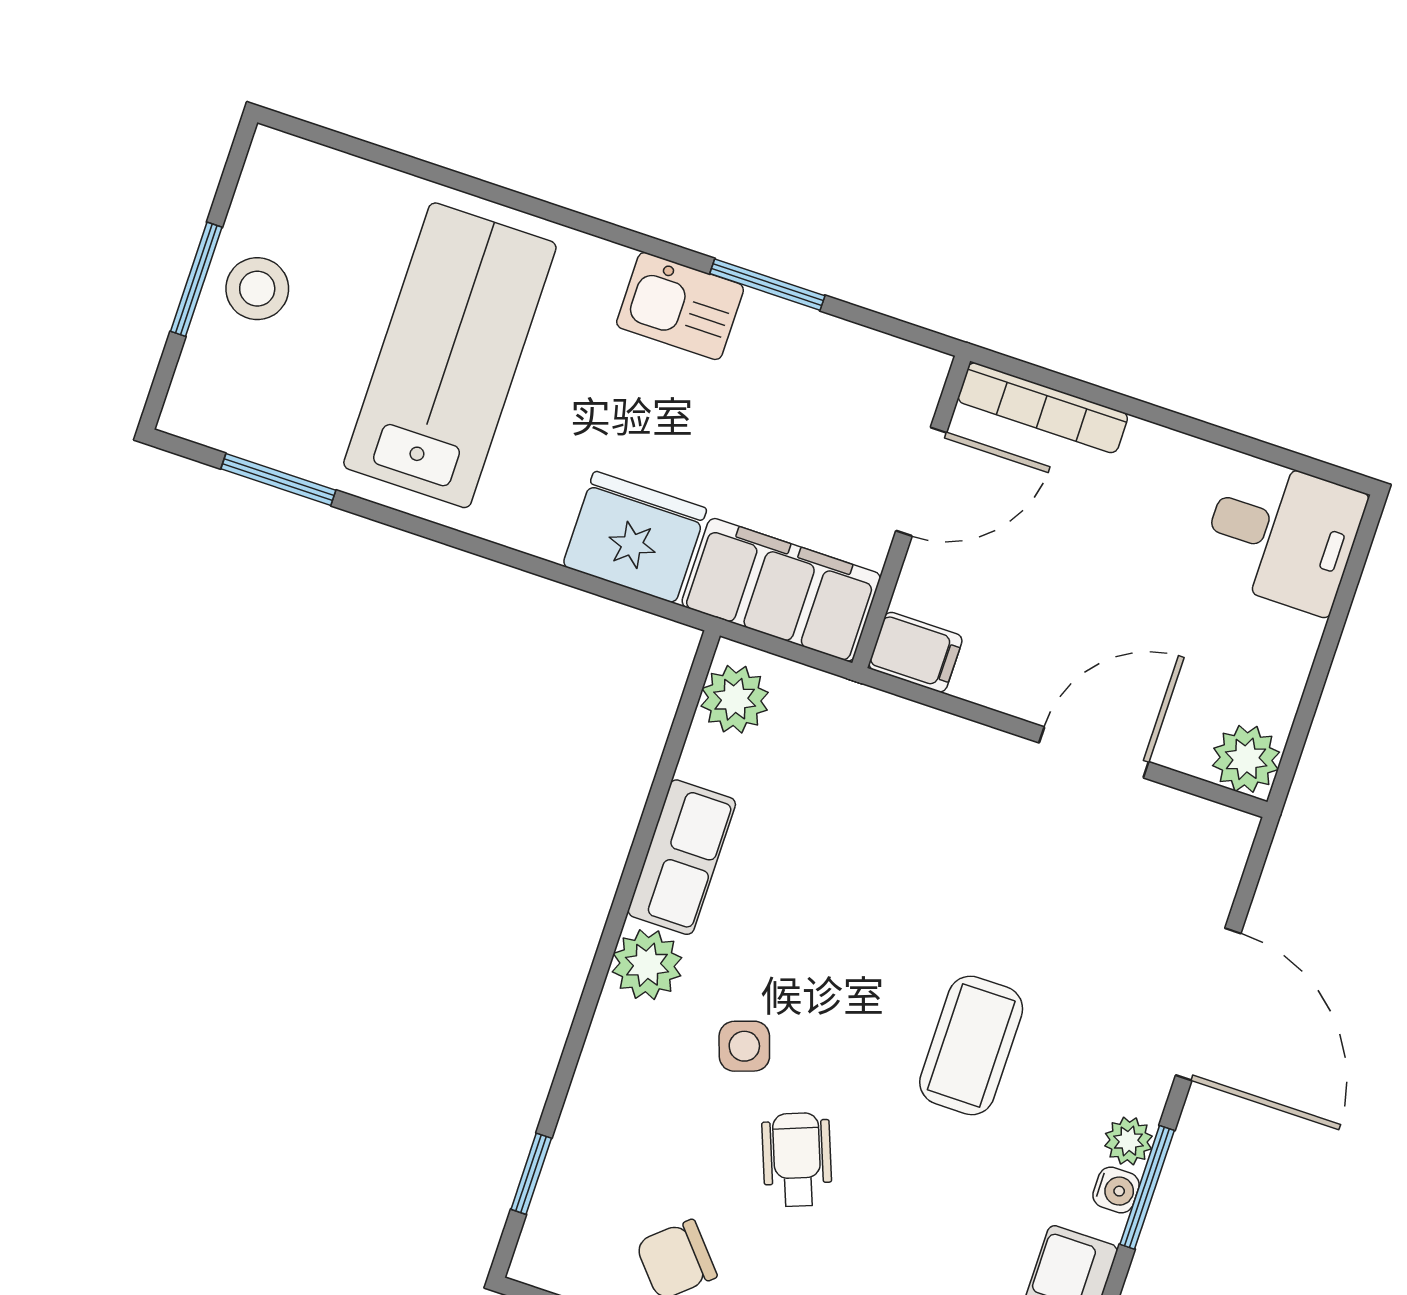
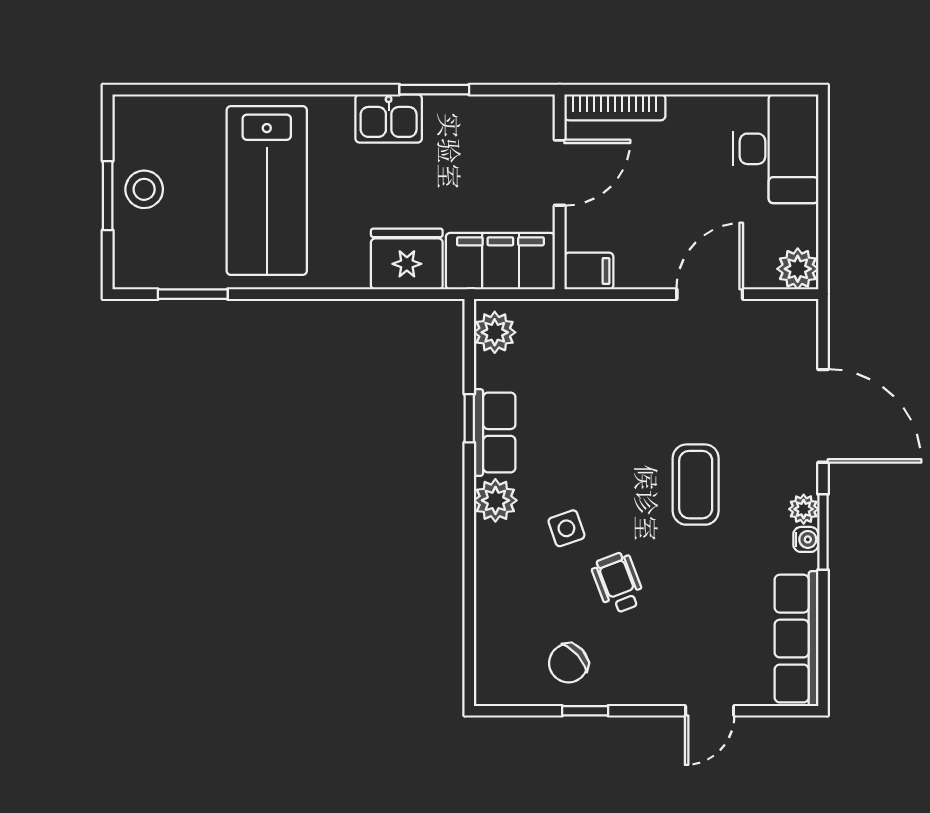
lab bench: (450, 355) -> (267, 191), turned 180
desk: (1282, 535) -> (776, 149), width x1.37
window: (531, 1174) -> (469, 418), moved

